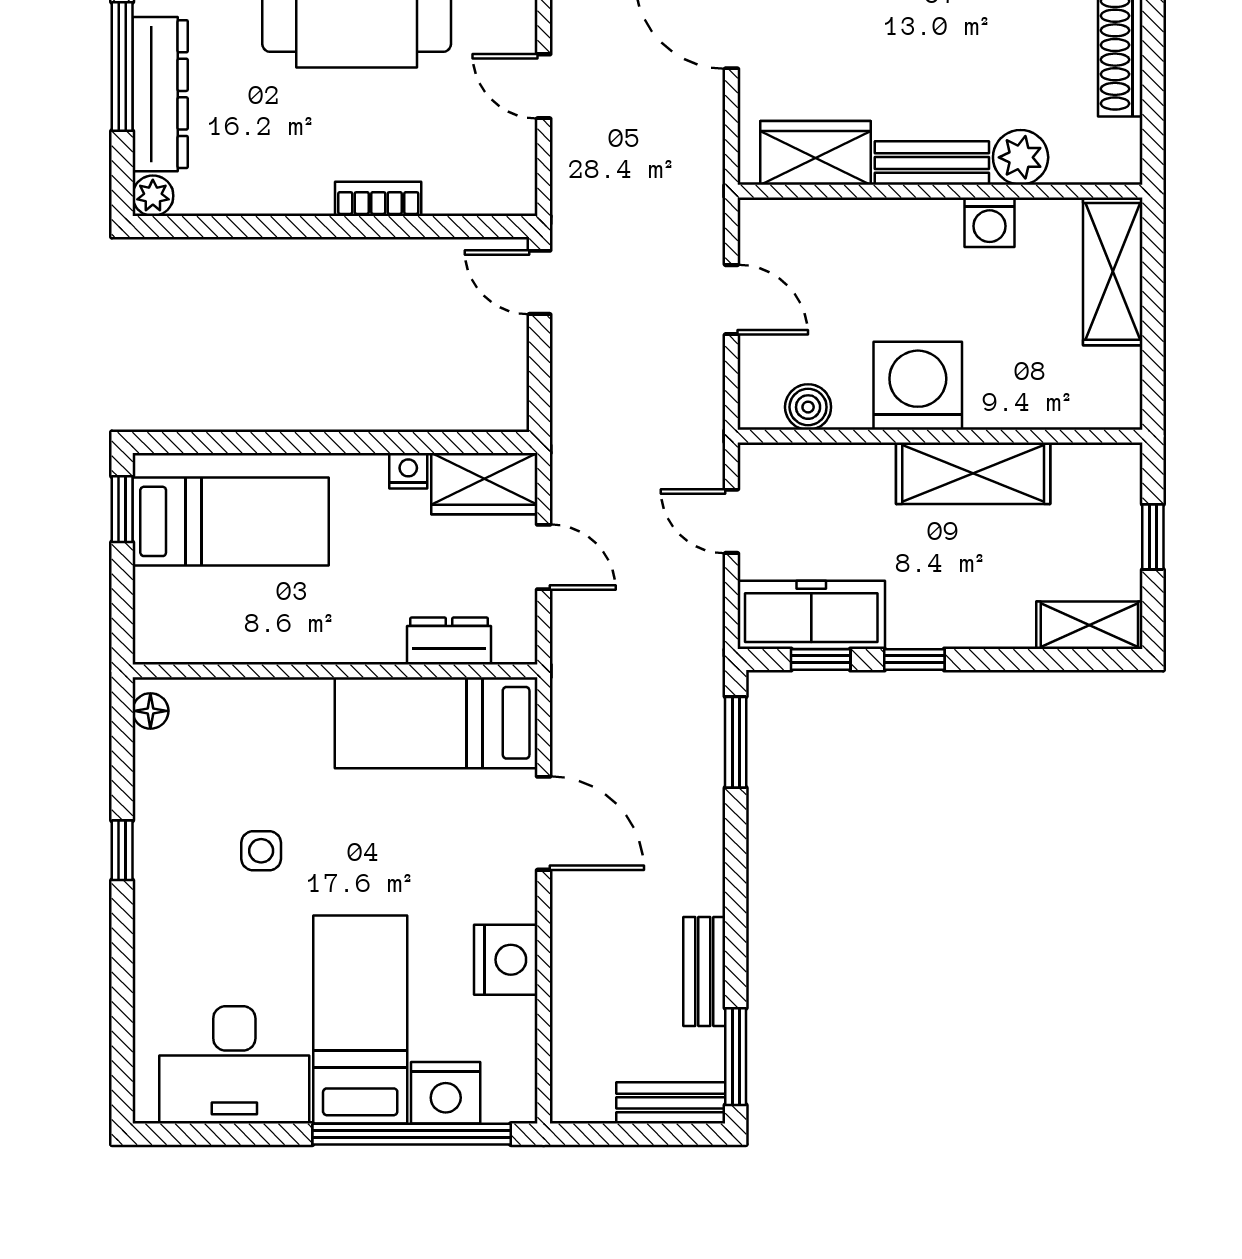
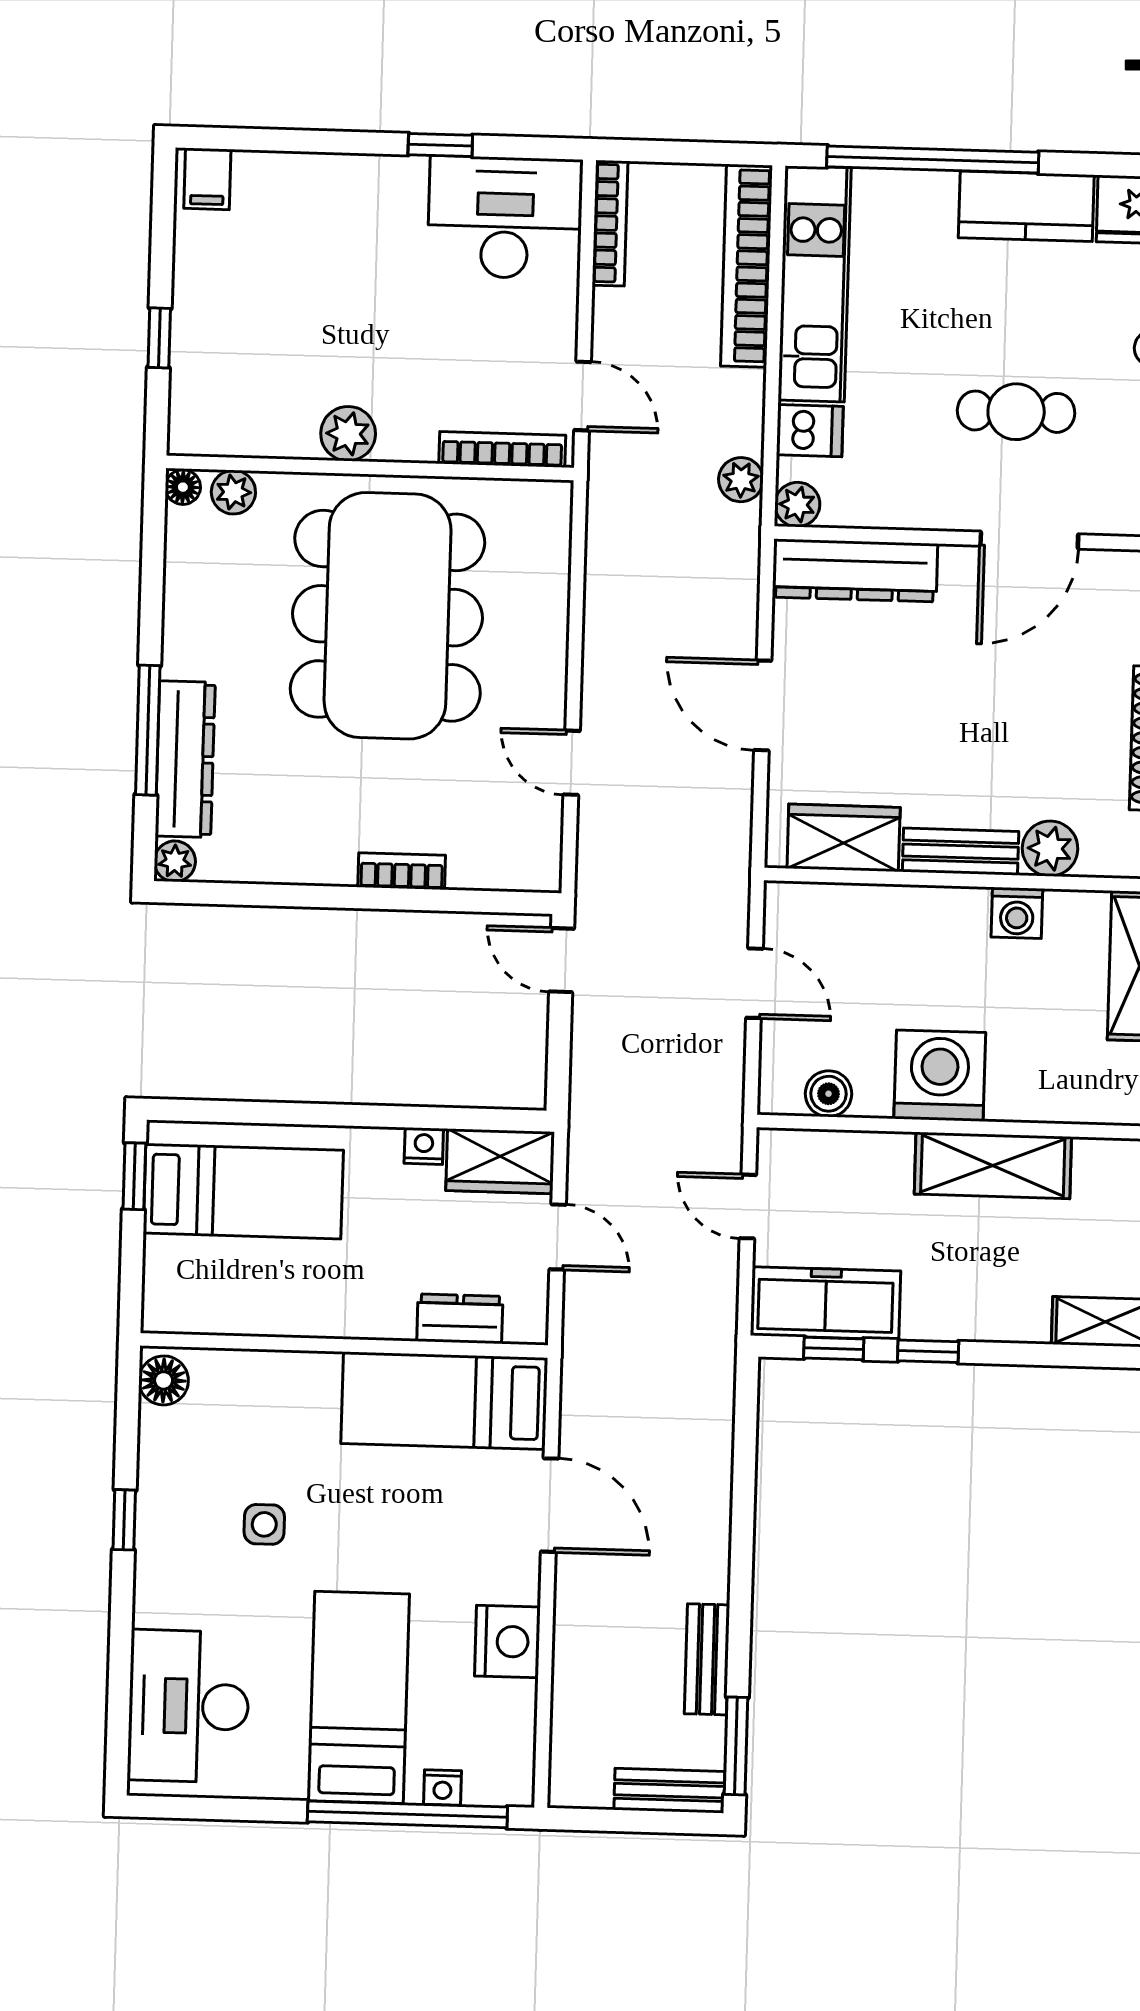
floor lamp: (150, 711) -> (164, 1380), width x1.37, depth x1.37
window: (736, 742) -> (745, 1429), removed
desk: (234, 1065) -> (189, 1706), moved, turned 90
nightstand: (446, 1093) -> (443, 1788), width x0.53, depth x0.56

